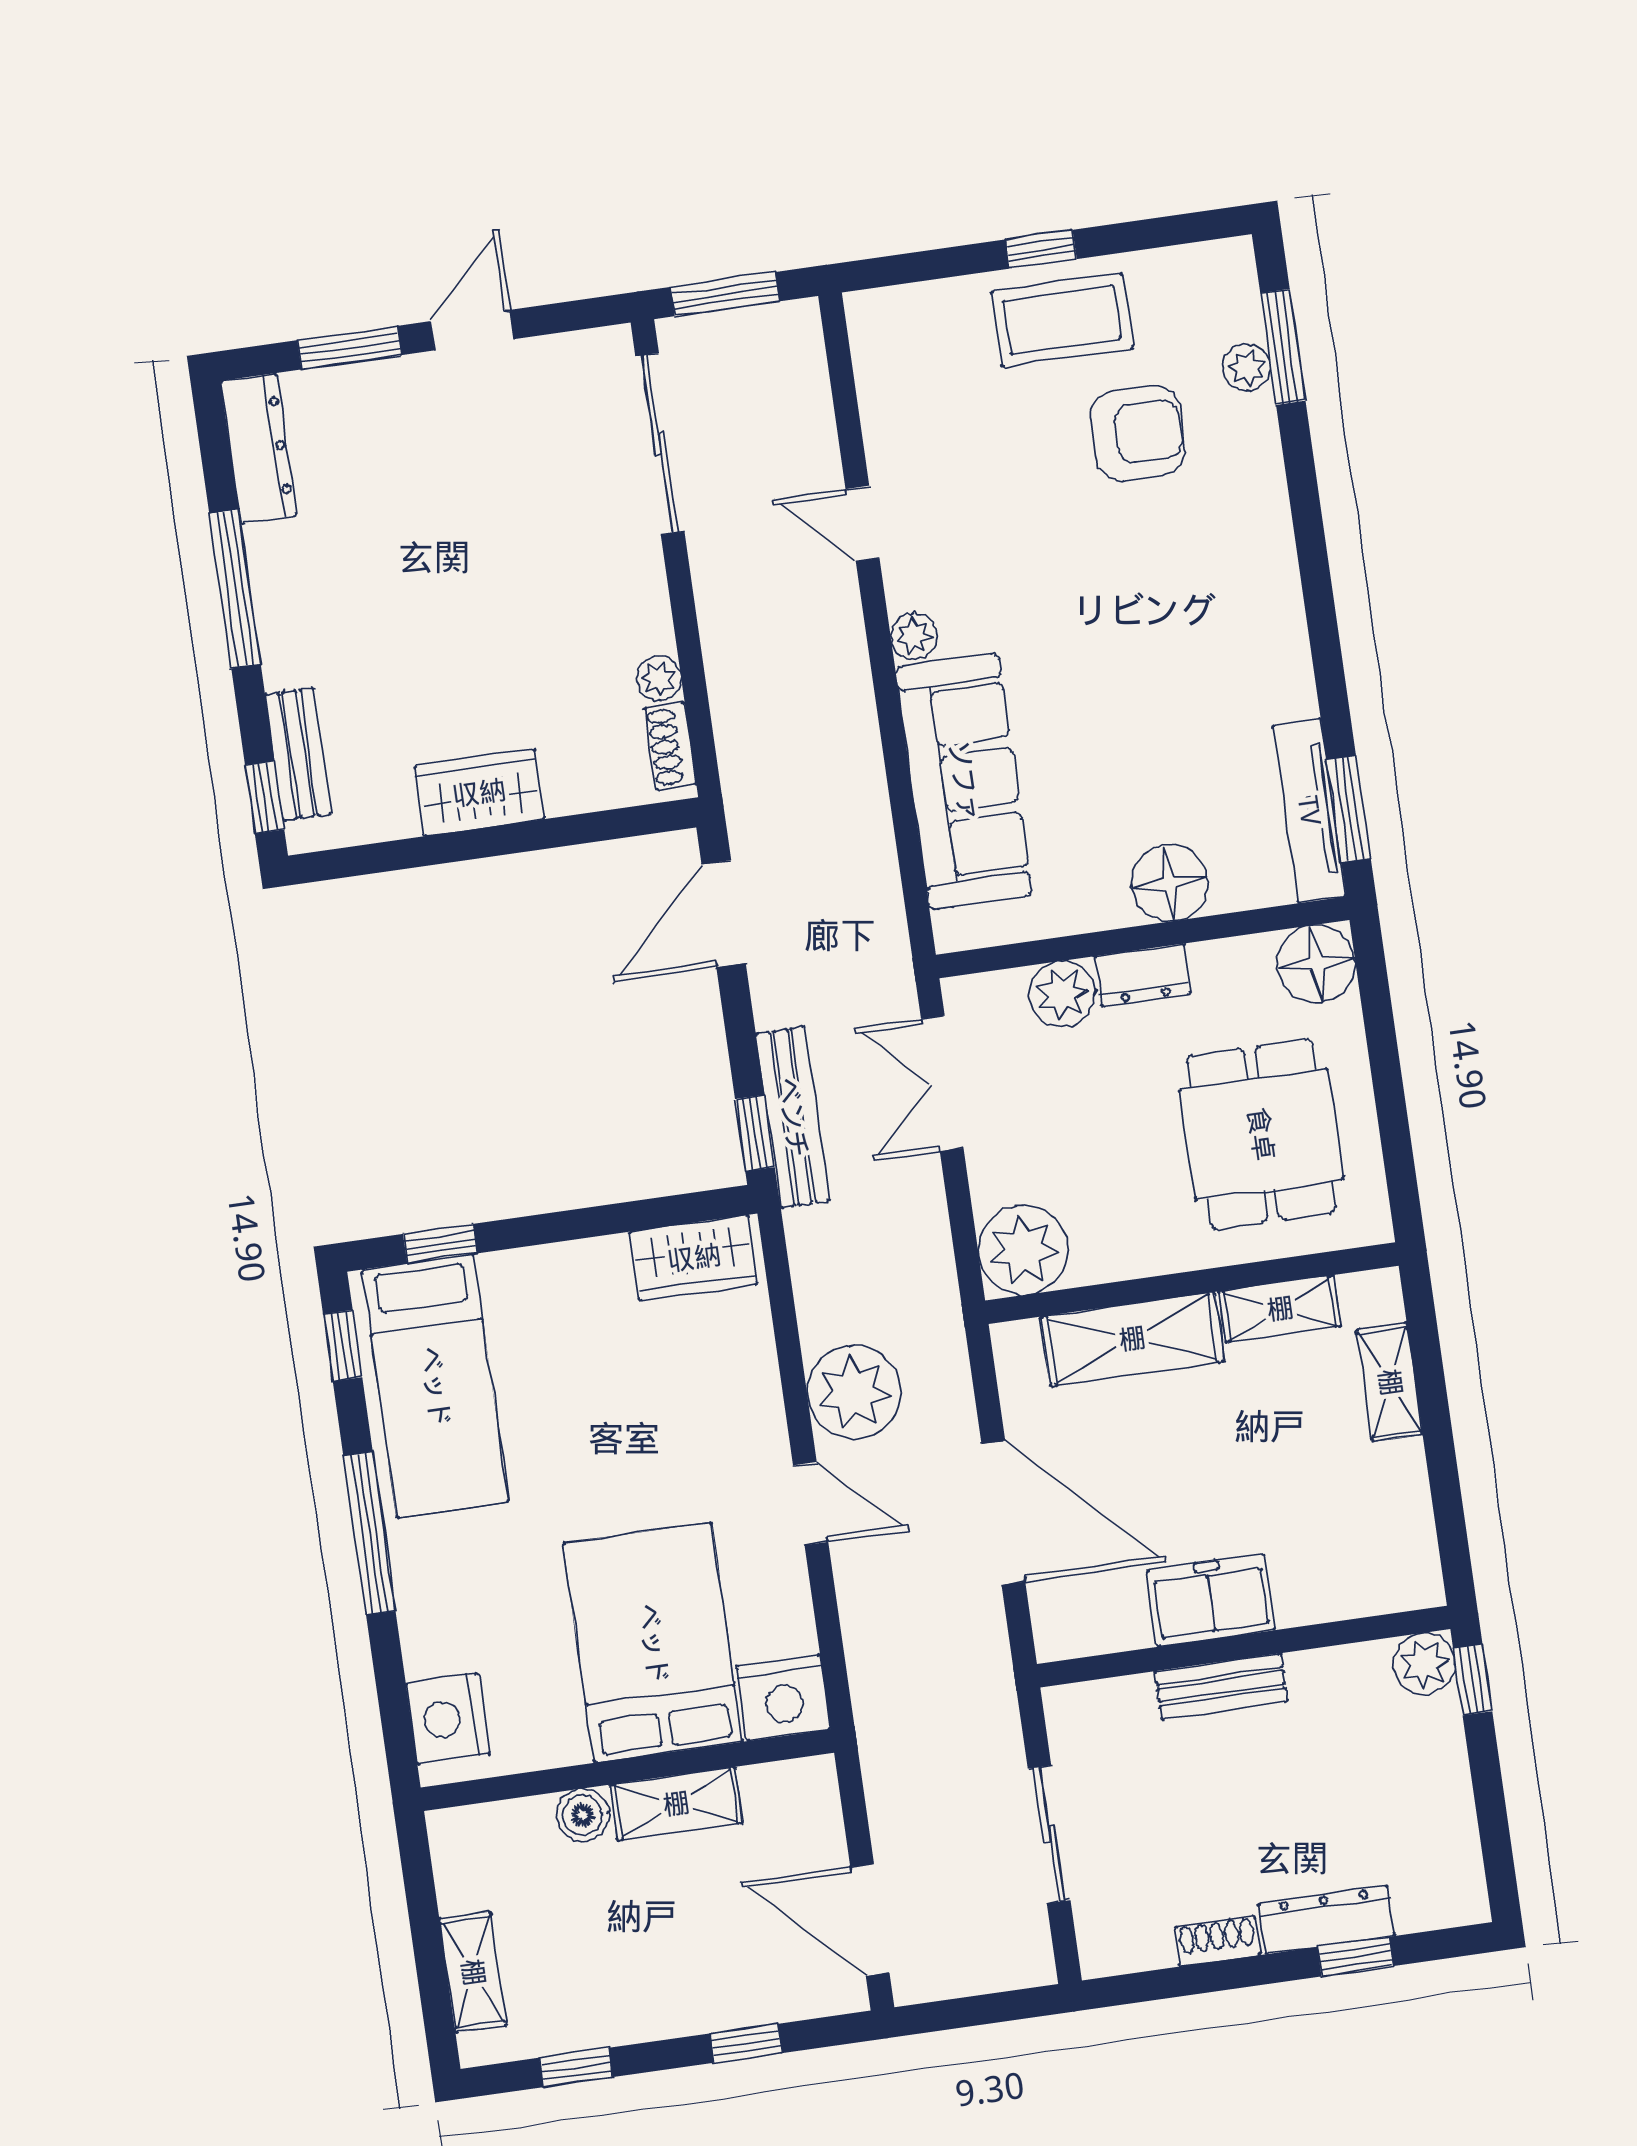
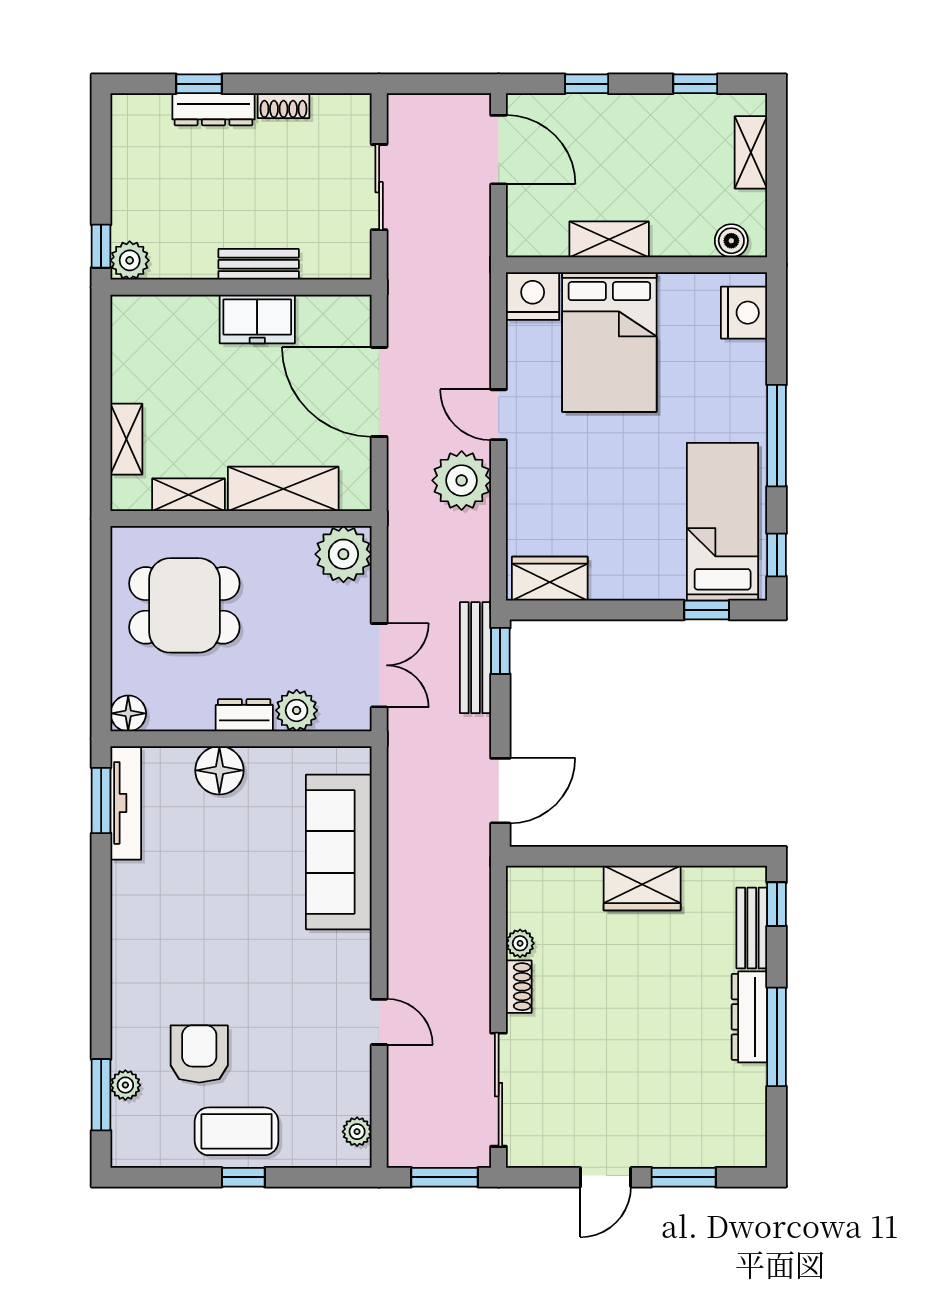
armchair: (1138, 433) -> (199, 1054), turned 90
dresser: (258, 448) -> (749, 1017), moved
plant: (914, 636) -> (357, 1132), moved
shoe rack: (670, 746) -> (519, 987), moved
floor lamp: (1316, 964) -> (128, 713), width x0.73, depth x0.73
dining table: (1261, 1134) -> (184, 605), turned 90
boiler: (583, 1815) -> (731, 241), moved

